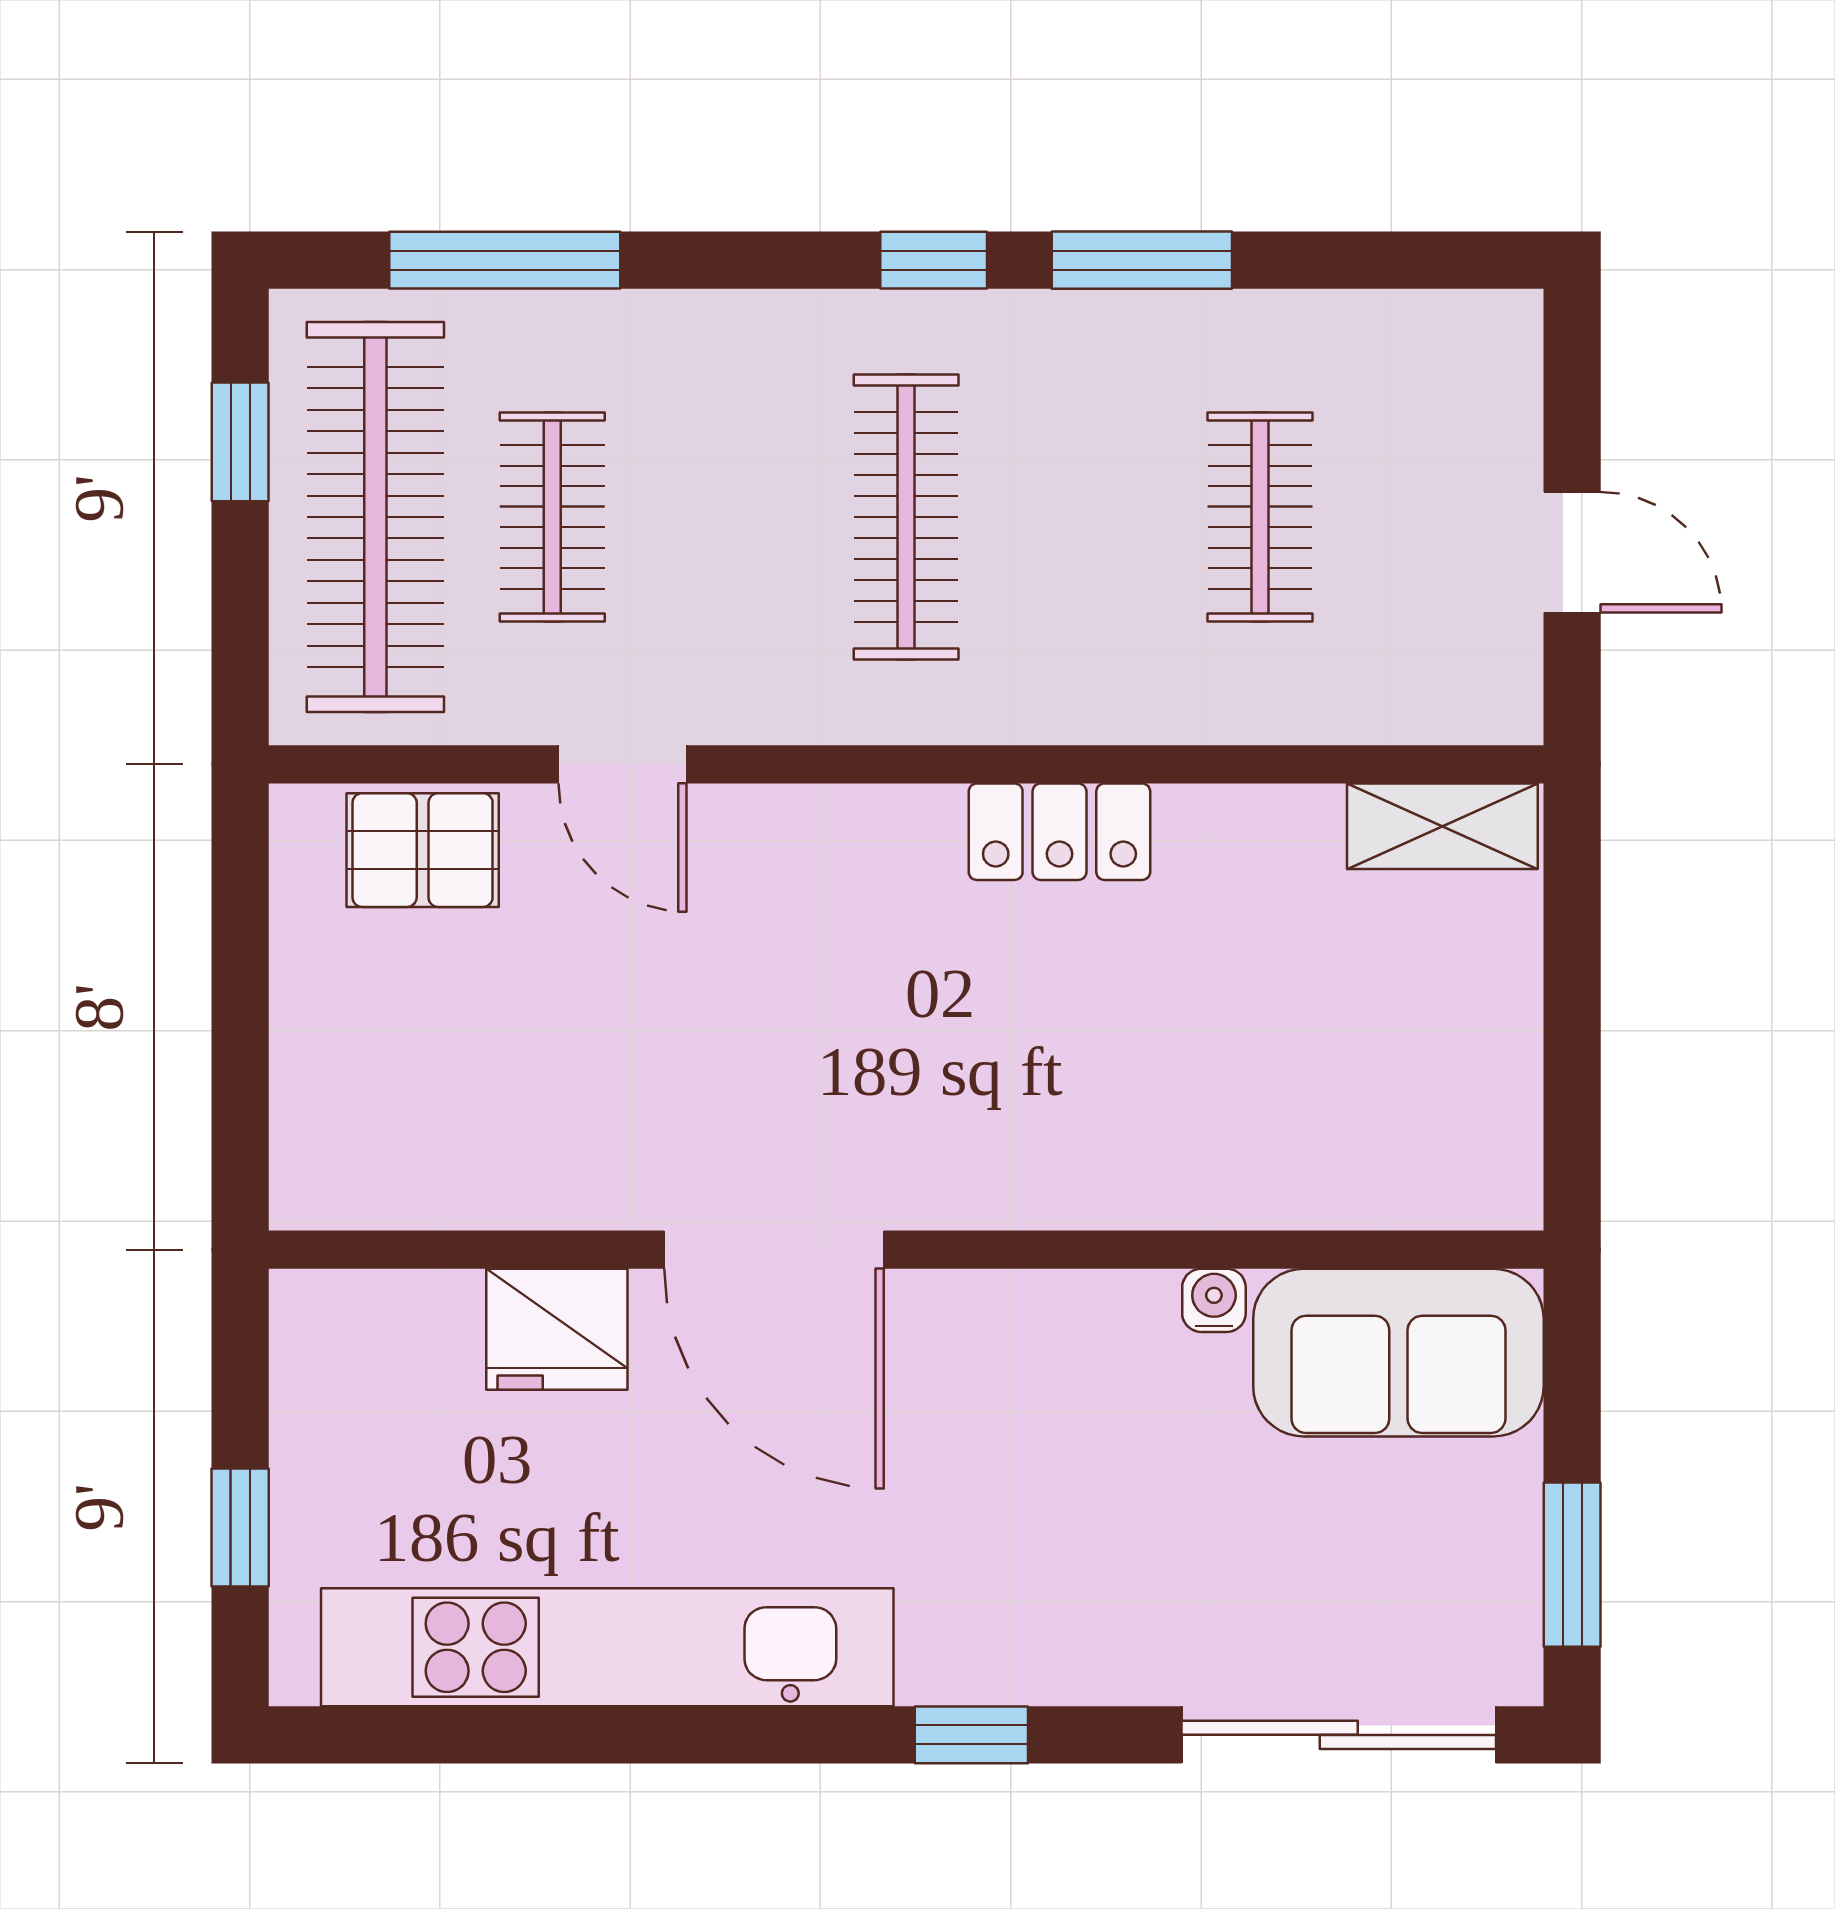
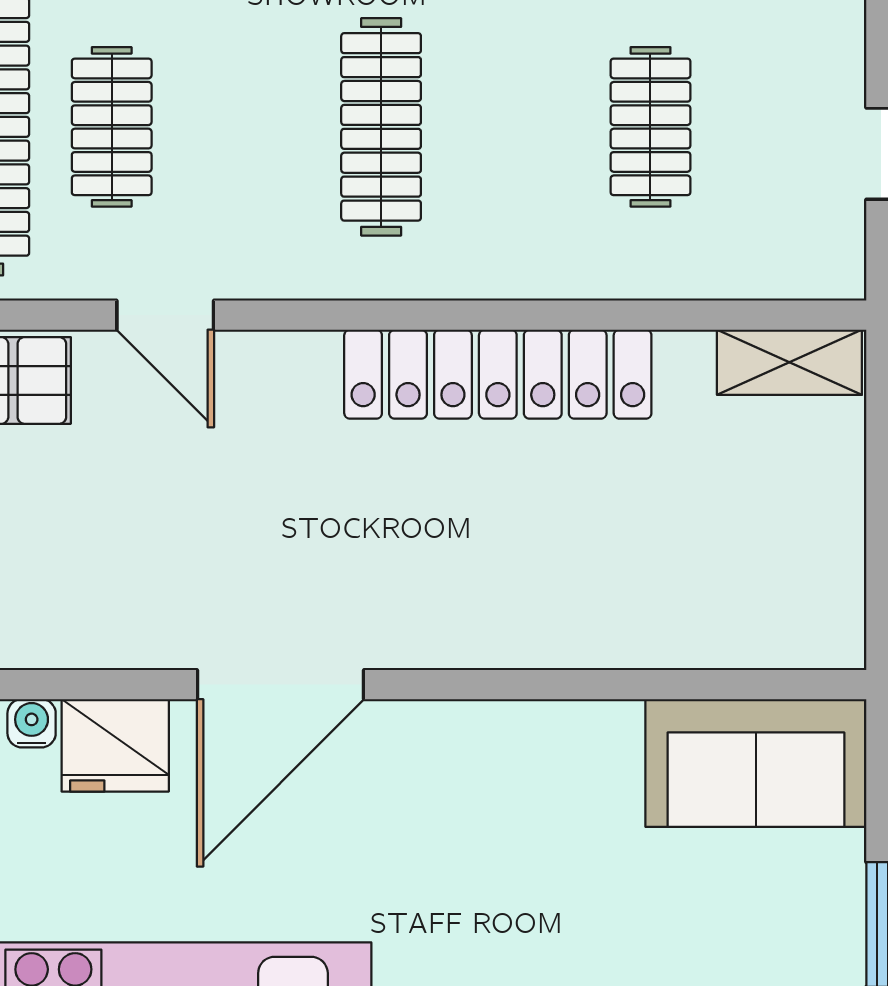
locker: (1059, 832) -> (498, 374), width x2.16, depth x1.21
door: (774, 1250) -> (281, 685), hinge flipped
water cooler: (1214, 1300) -> (32, 723), moved

